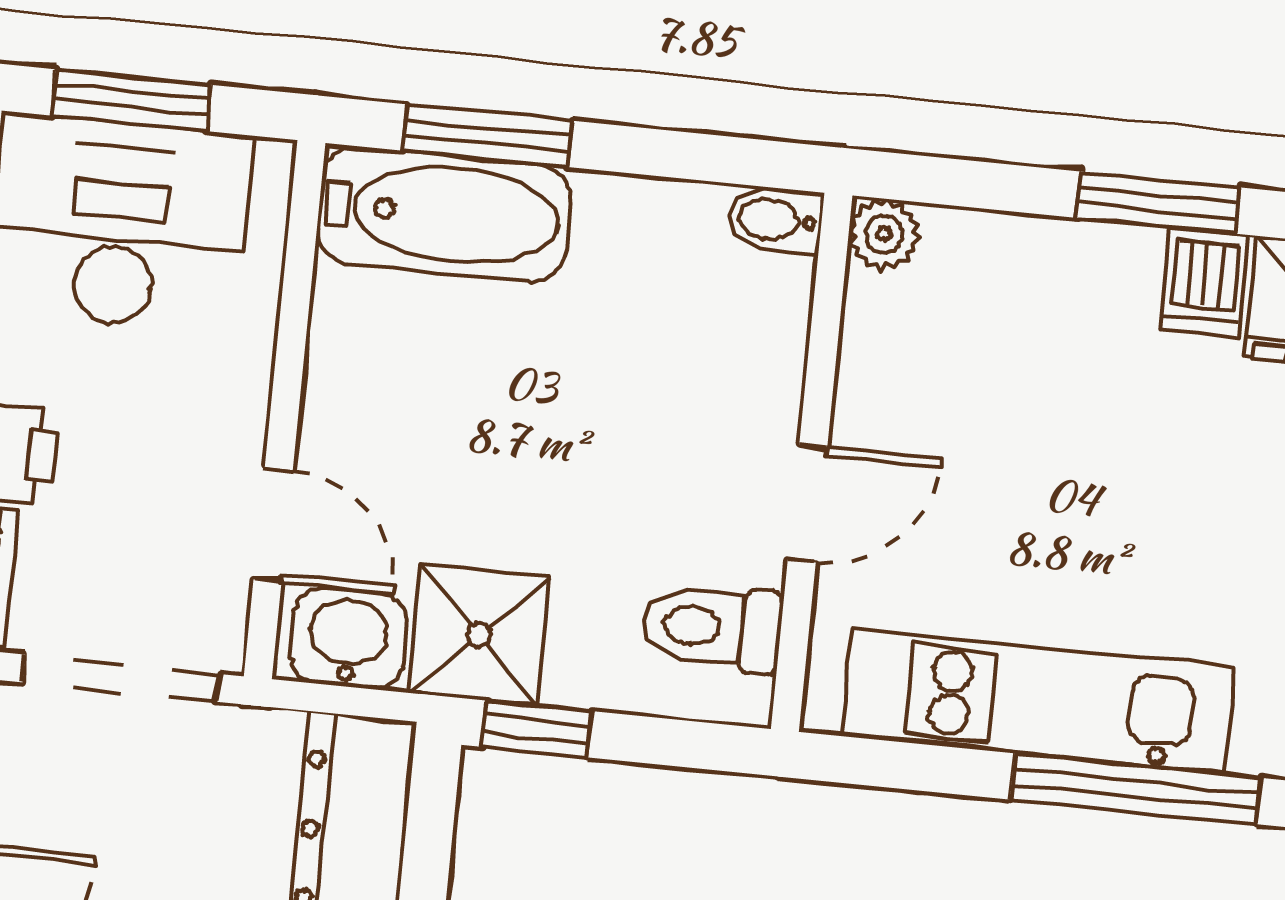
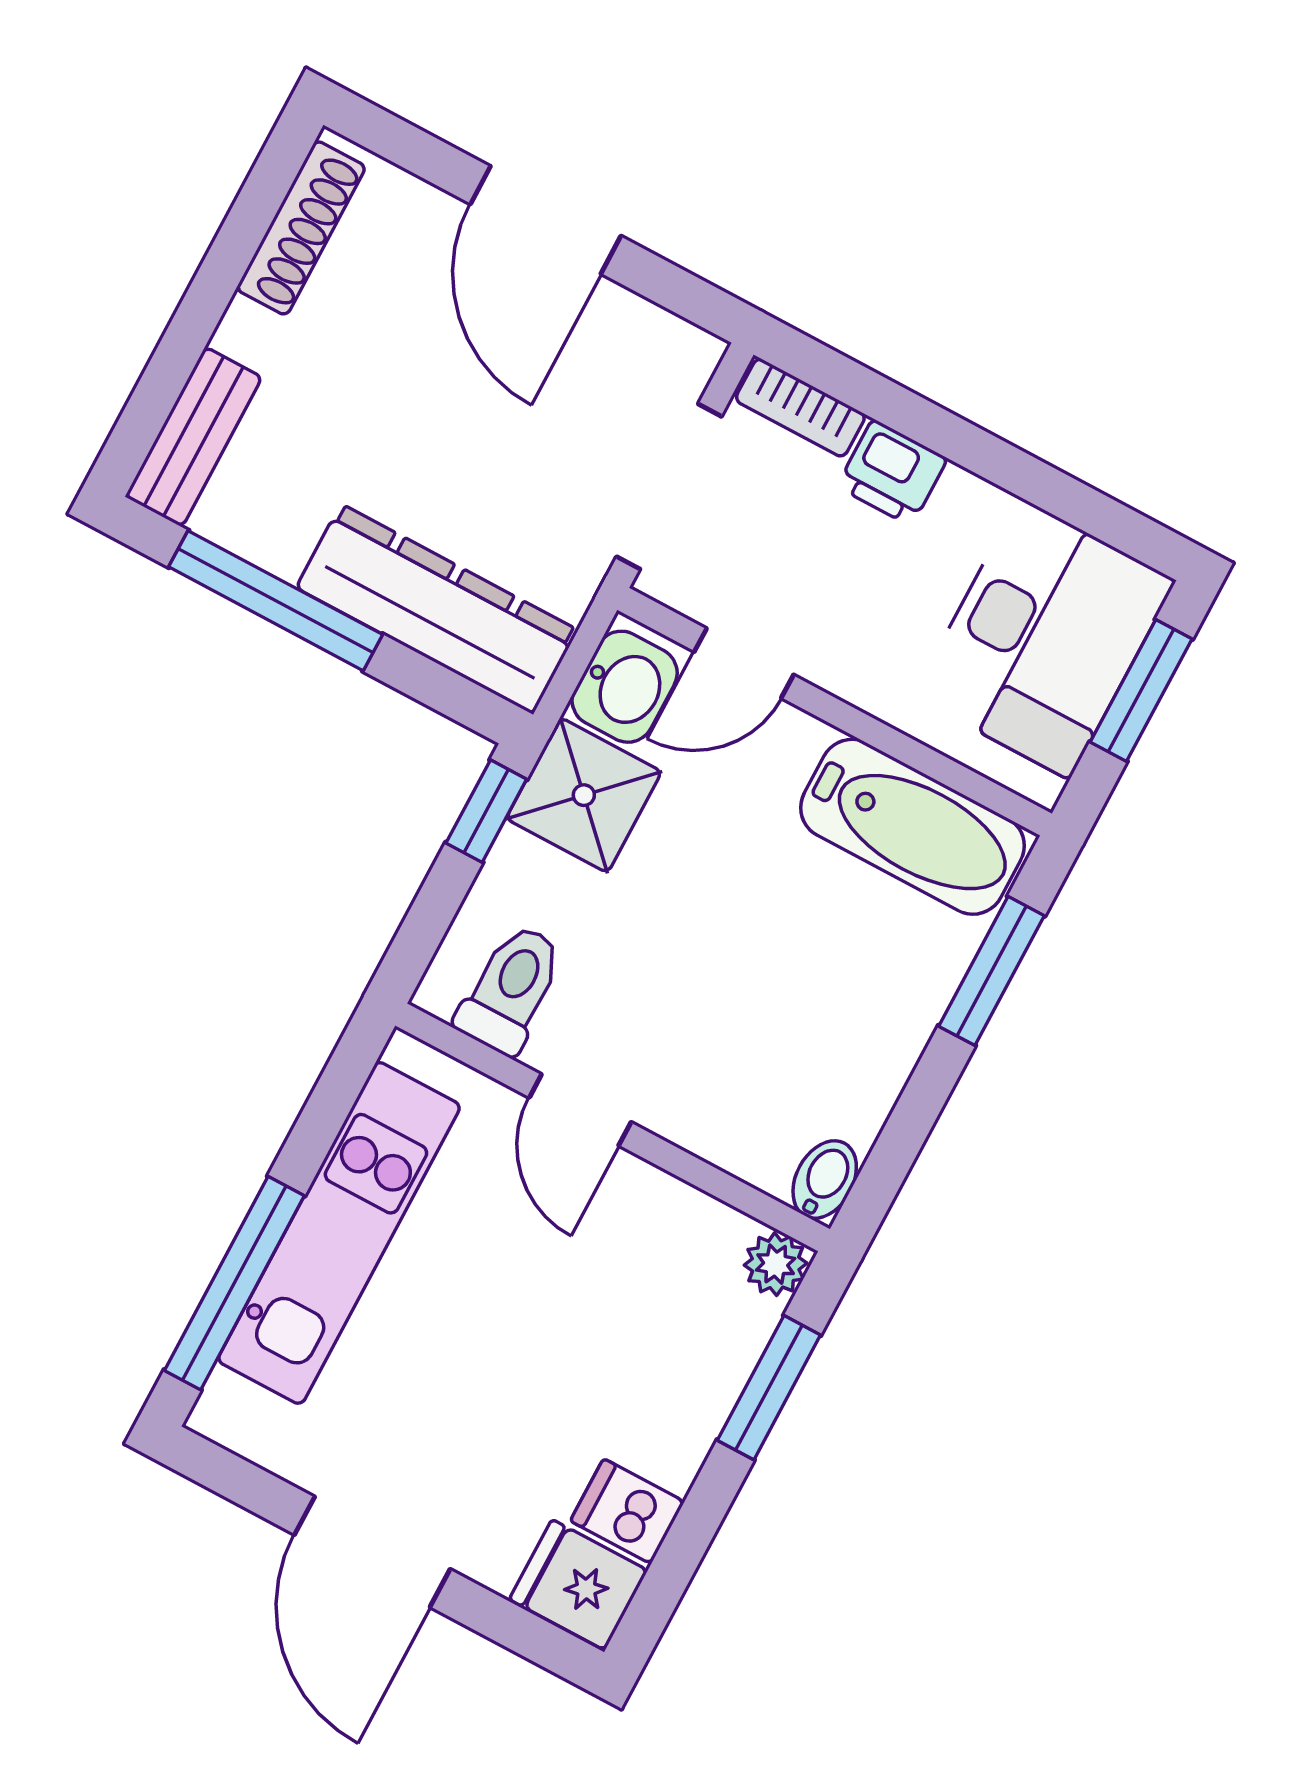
window: (1158, 203) -> (769, 1388), moved
bathtub: (444, 214) -> (912, 827), moved, turned -90

